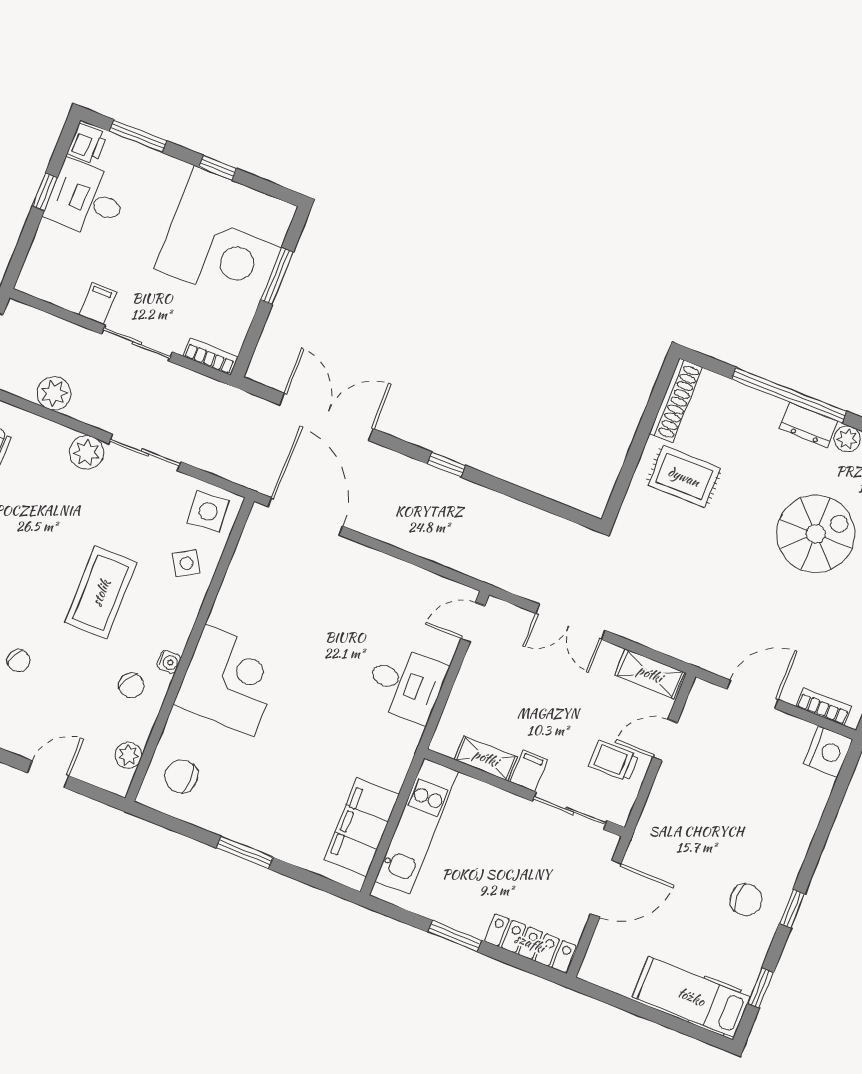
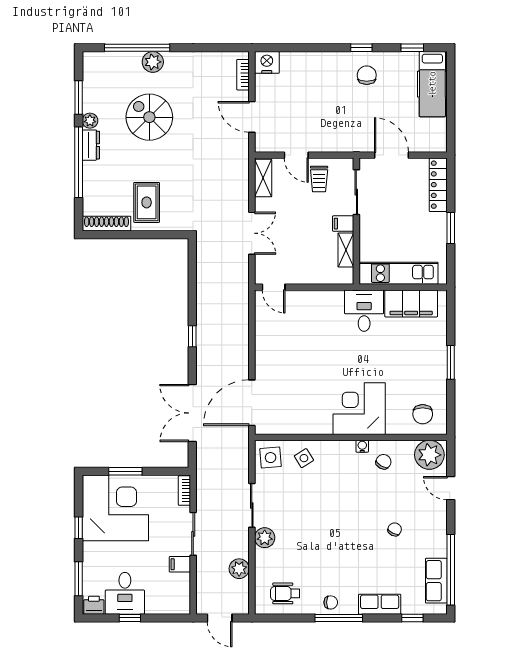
coffee table: (101, 593) -> (339, 499), removed
desk: (406, 684) -> (364, 311), moved
plant: (129, 755) -> (429, 455), width x1.88, depth x1.88

